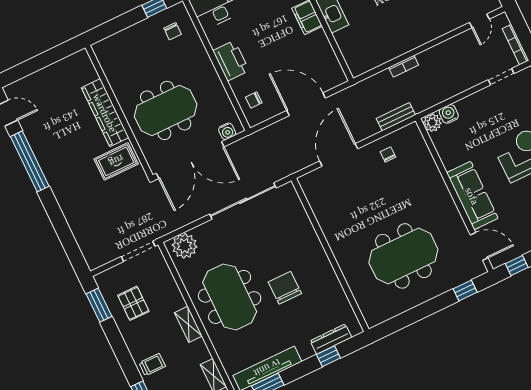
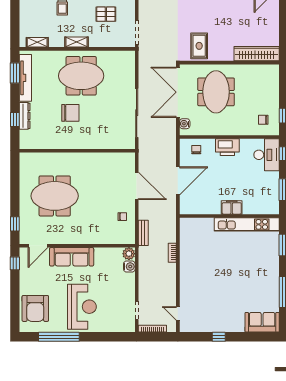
wardrobe: (105, 113) -> (257, 54), moved
plant: (184, 246) -> (126, 63), removed
meeting table: (403, 256) -> (55, 196), turned 90
dresser: (331, 339) -> (25, 116), moved

